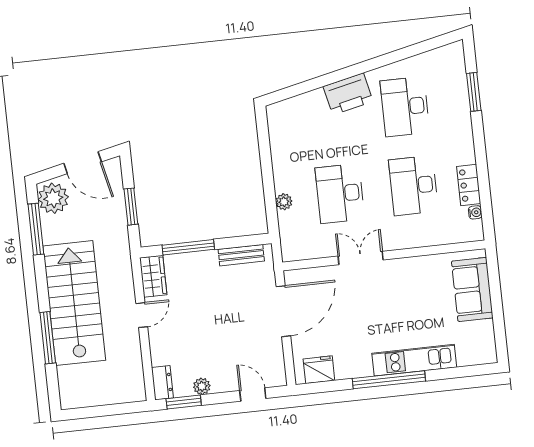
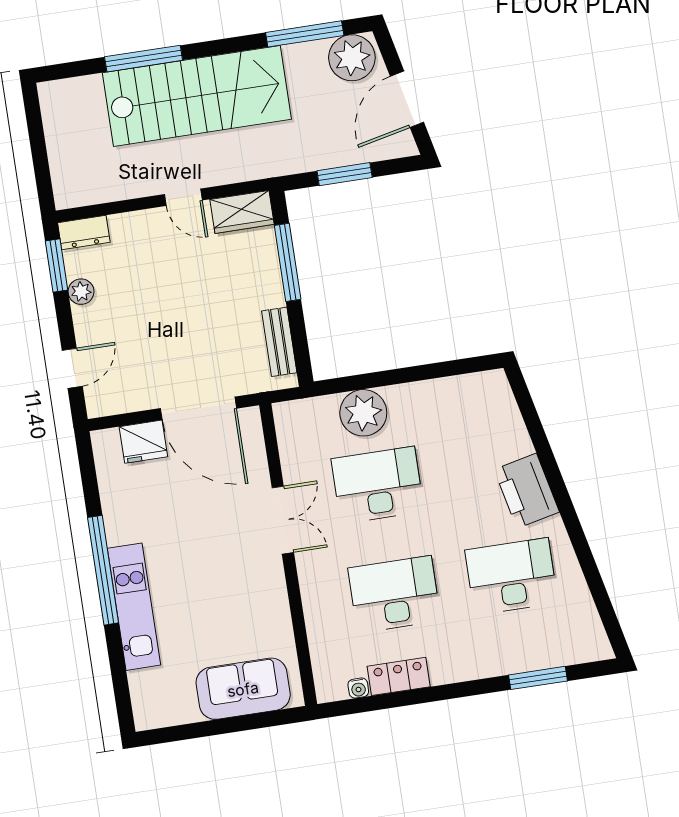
plant: (284, 202) -> (363, 413), width x1.88, depth x1.88
fridge: (319, 370) -> (143, 442), moved, turned 90

